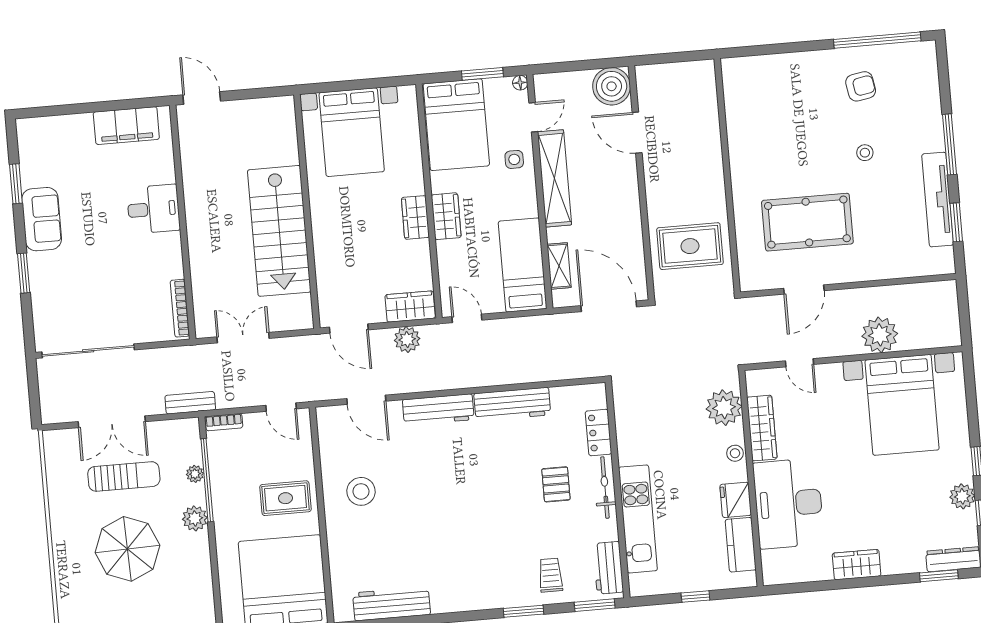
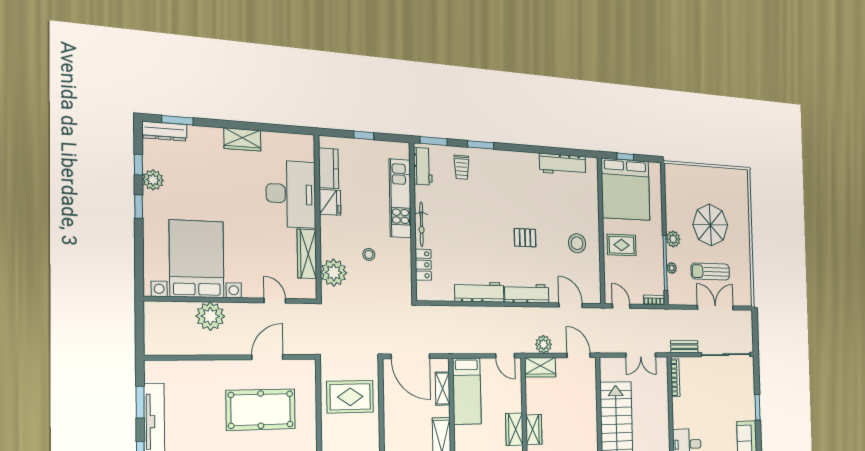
bench: (190, 403) -> (684, 347), moved
stool: (735, 453) -> (369, 254), moved
pallet: (556, 484) -> (525, 238), moved, turned 90

